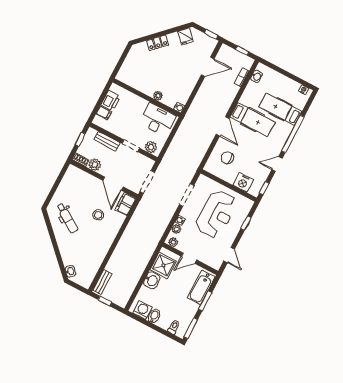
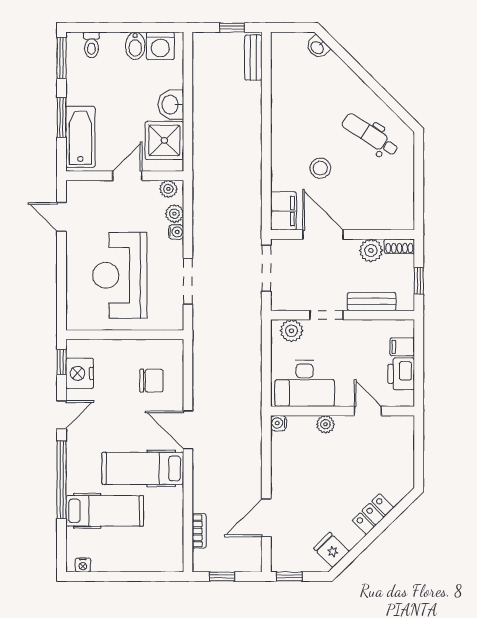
washbasin: (256, 76) -> (175, 545), removed
door: (135, 92) -> (368, 411), added
nightstand: (243, 182) -> (80, 373), moved, turned -90
window: (246, 223) -> (62, 286), removed

